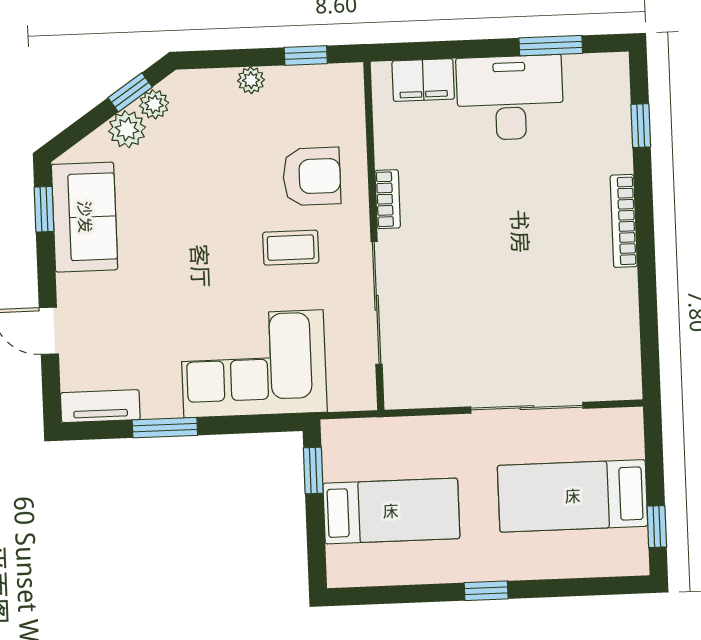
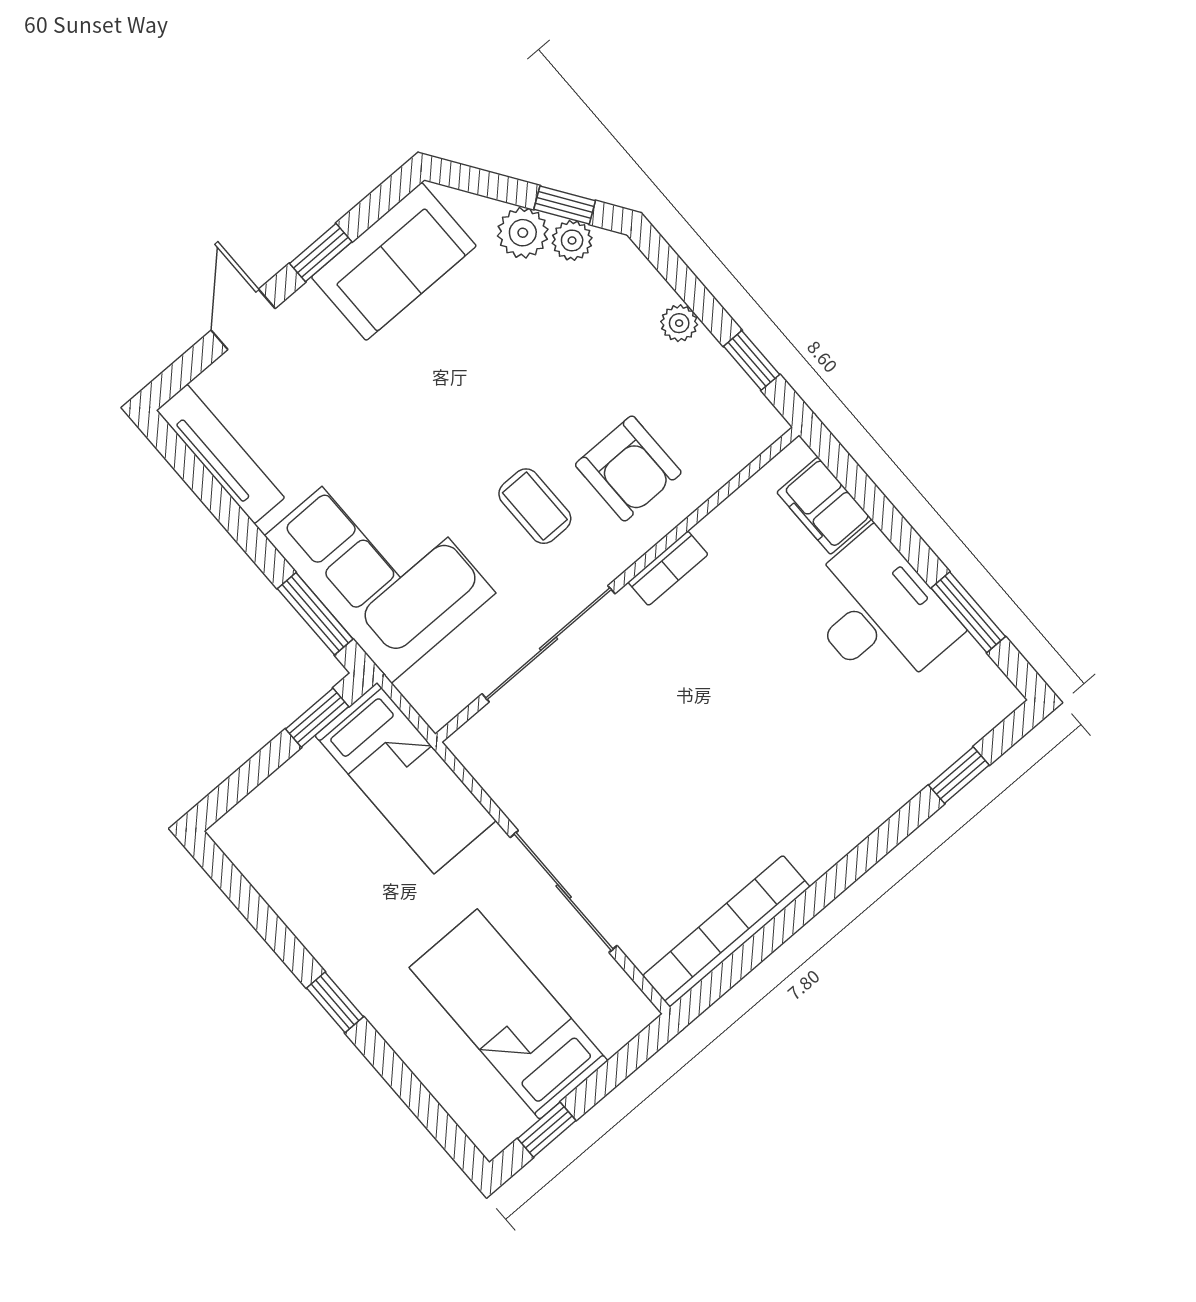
window: (44, 209) -> (321, 253), moved
bookcase: (624, 221) -> (726, 931), moved, width x1.48, depth x1.31
tv unit: (100, 406) -> (221, 454), width x1.41
window: (165, 428) -> (315, 614), moved
bed: (391, 511) -> (405, 778), moved

